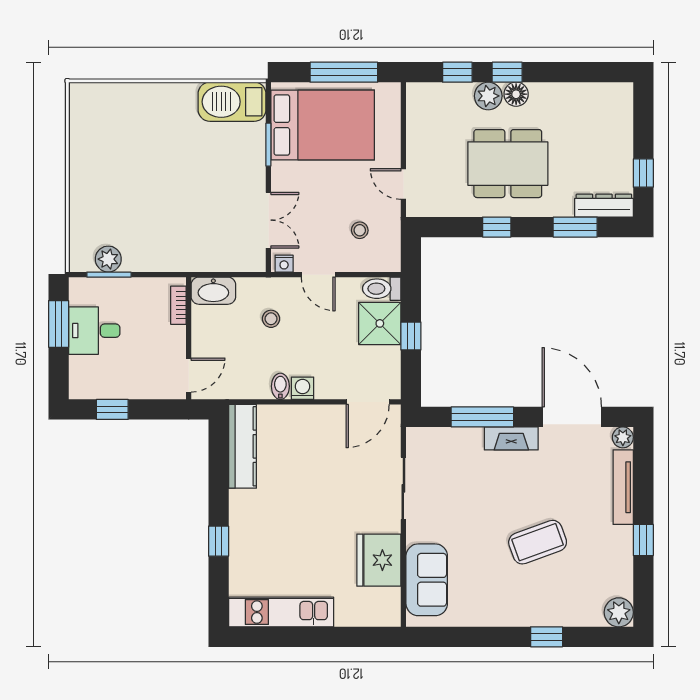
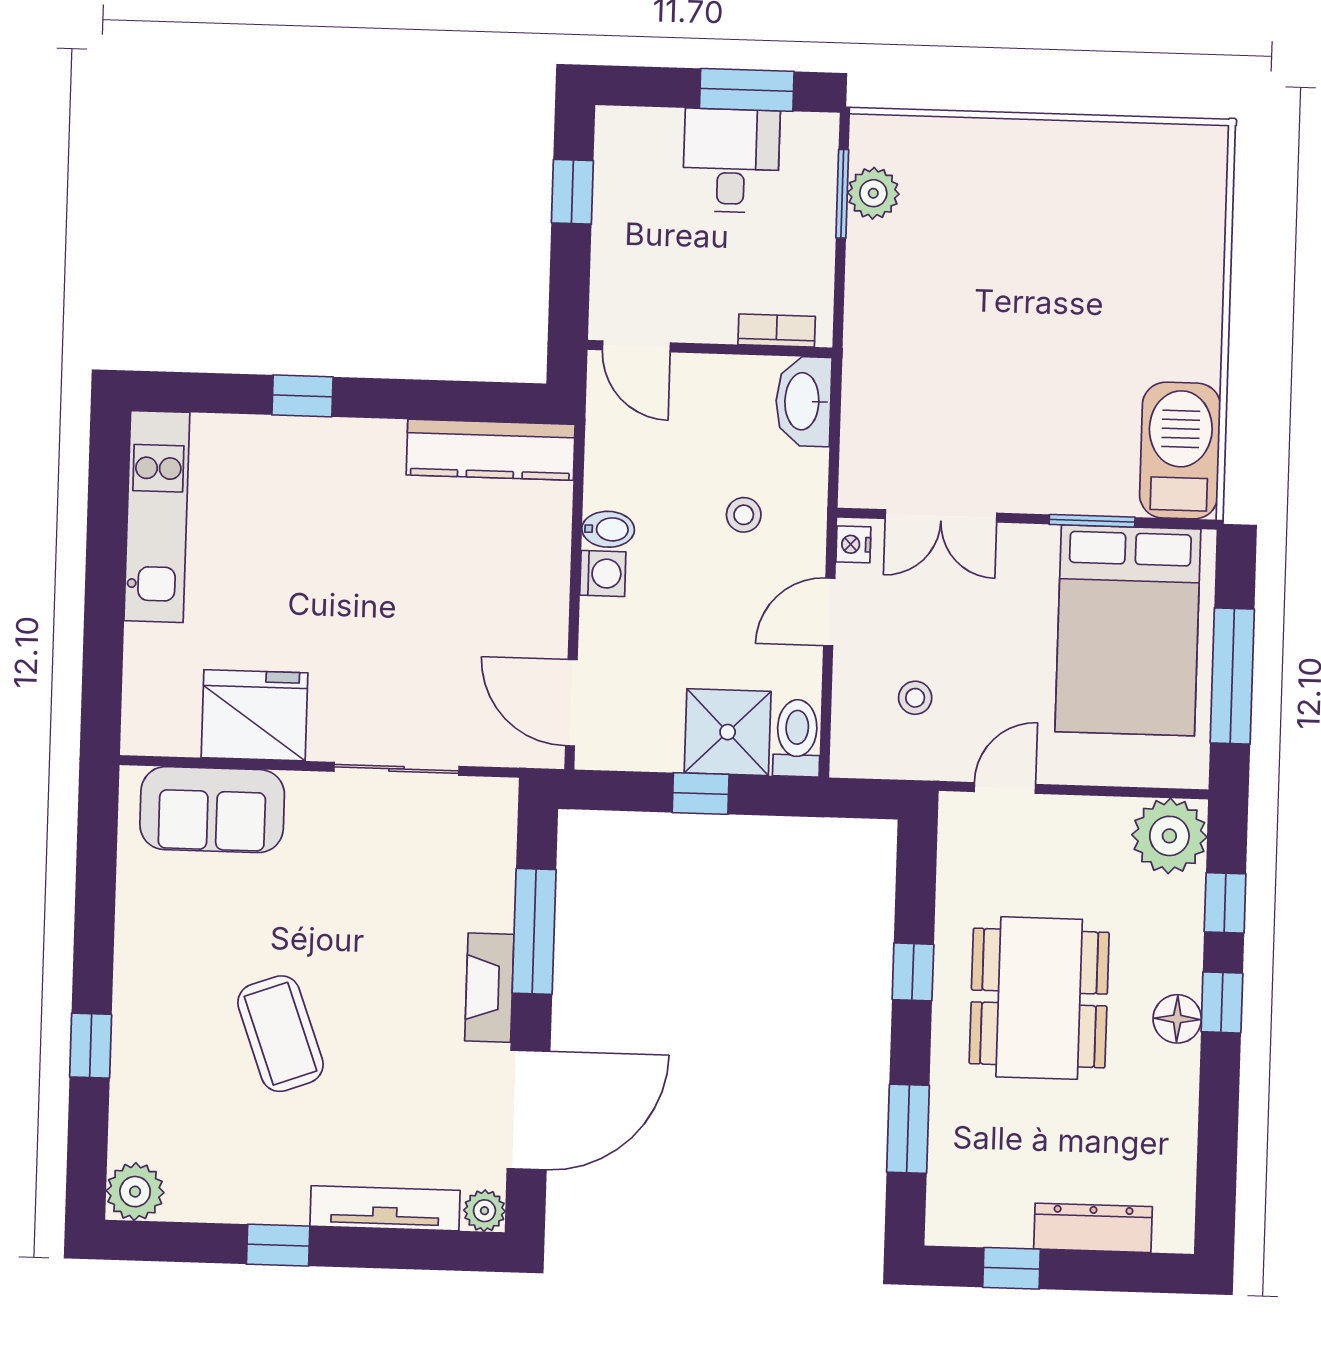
plant: (488, 96) -> (1169, 836), moved, width x1.36, depth x1.36
dresser: (604, 206) -> (1093, 1228), moved, turned -90

